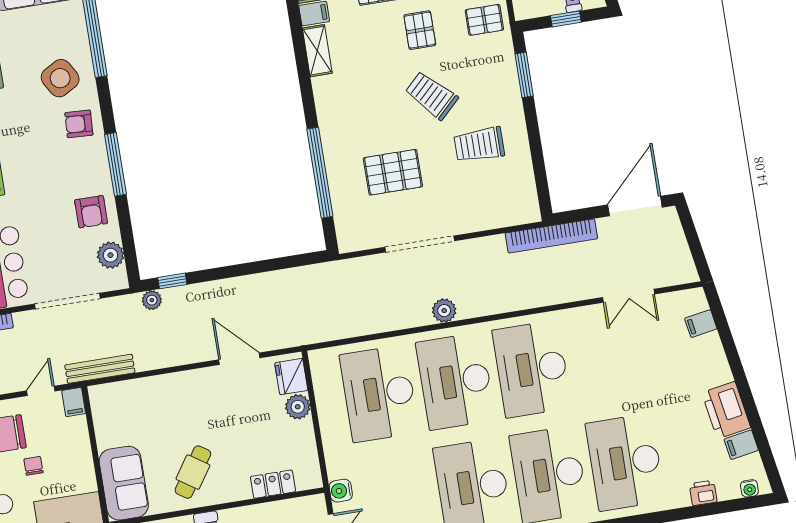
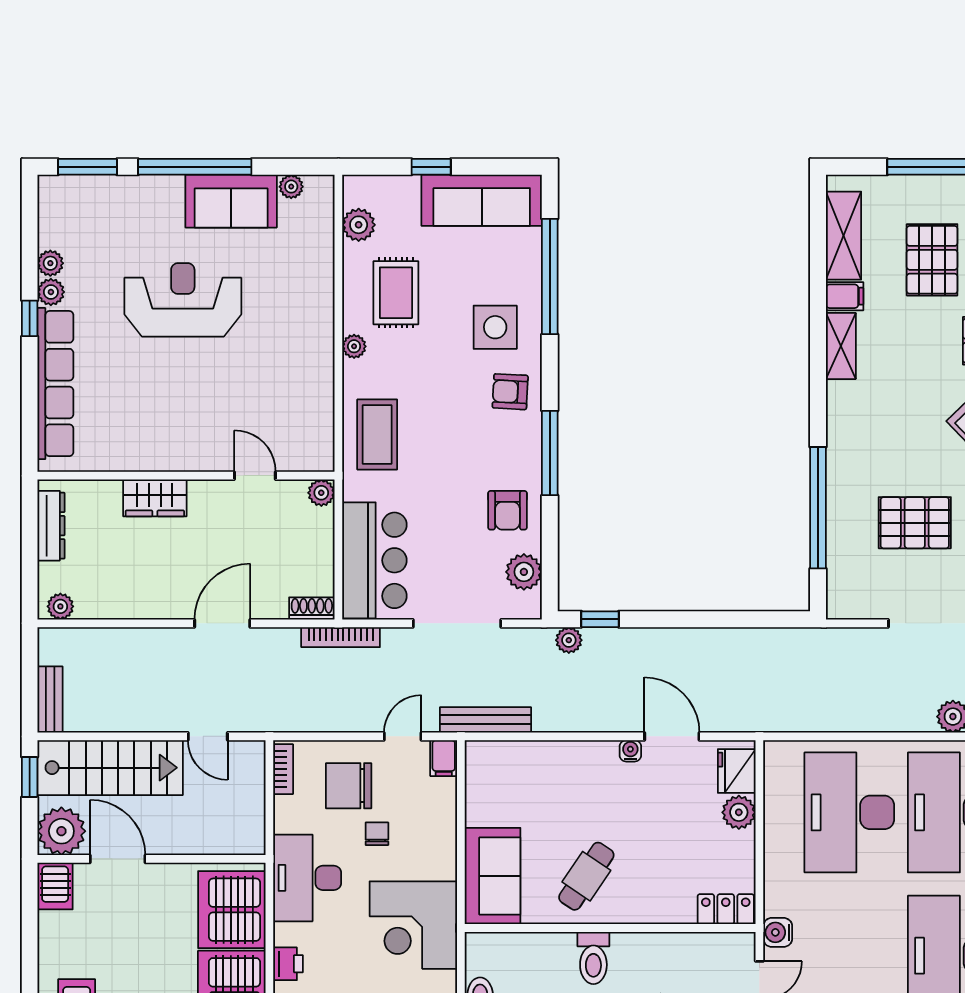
side table: (60, 78) -> (495, 327), turned 30
water cooler: (210, 374) -> (630, 751), added
locker: (273, 484) -> (726, 909), moved

